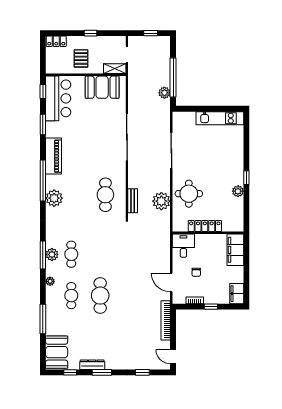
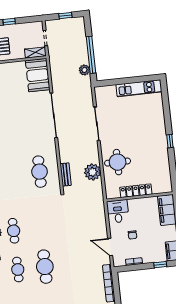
booth: (102, 87) -> (38, 75), moved, turned 90
plant: (238, 191) -> (163, 155), removed
window: (211, 307) -> (160, 265), moved

